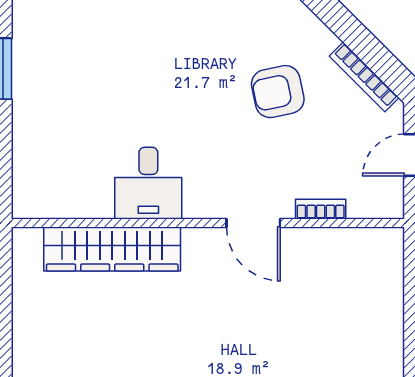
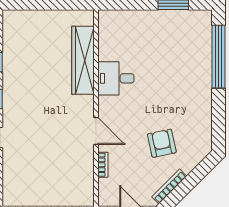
door: (253, 223) -> (96, 131), swing flipped

